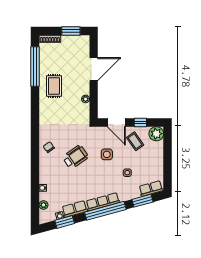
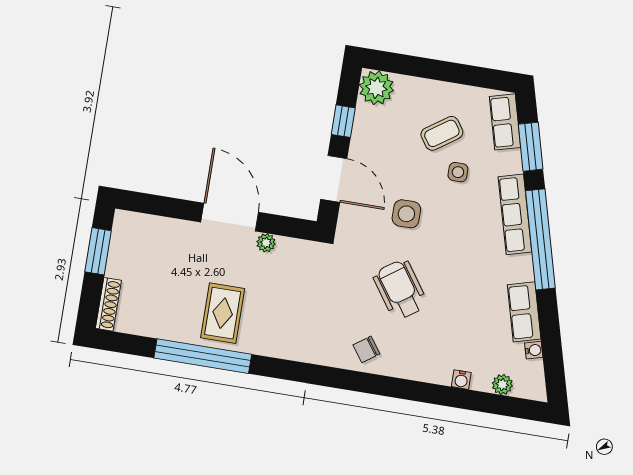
window: (35, 66) -> (203, 356), moved
door: (94, 69) -> (230, 217), moved
rug: (54, 86) -> (223, 313), turned 90
door: (116, 122) -> (334, 179), hinge flipped
coffee table: (135, 141) -> (442, 133), moved
row of seats: (103, 202) -> (515, 214), moved
window: (65, 222) -> (551, 341), removed

